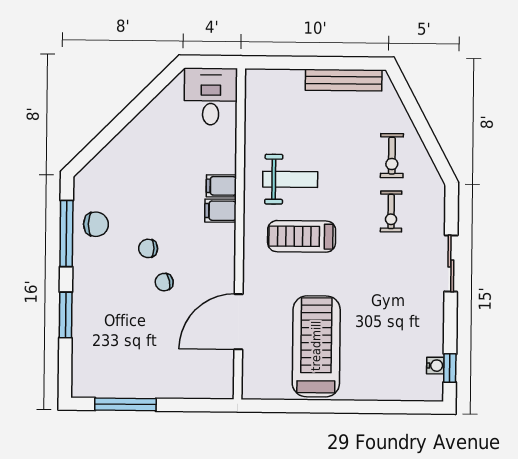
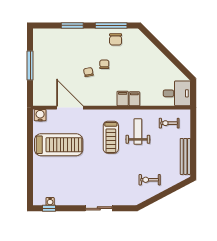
weight bench: (290, 179) -> (138, 132), turned 180
exercise bike: (391, 211) -> (169, 123), moved
treadmill: (302, 236) -> (111, 137), turned 180
water cooler: (254, 385) -> (40, 115), added
window: (125, 404) -> (30, 66), moved

